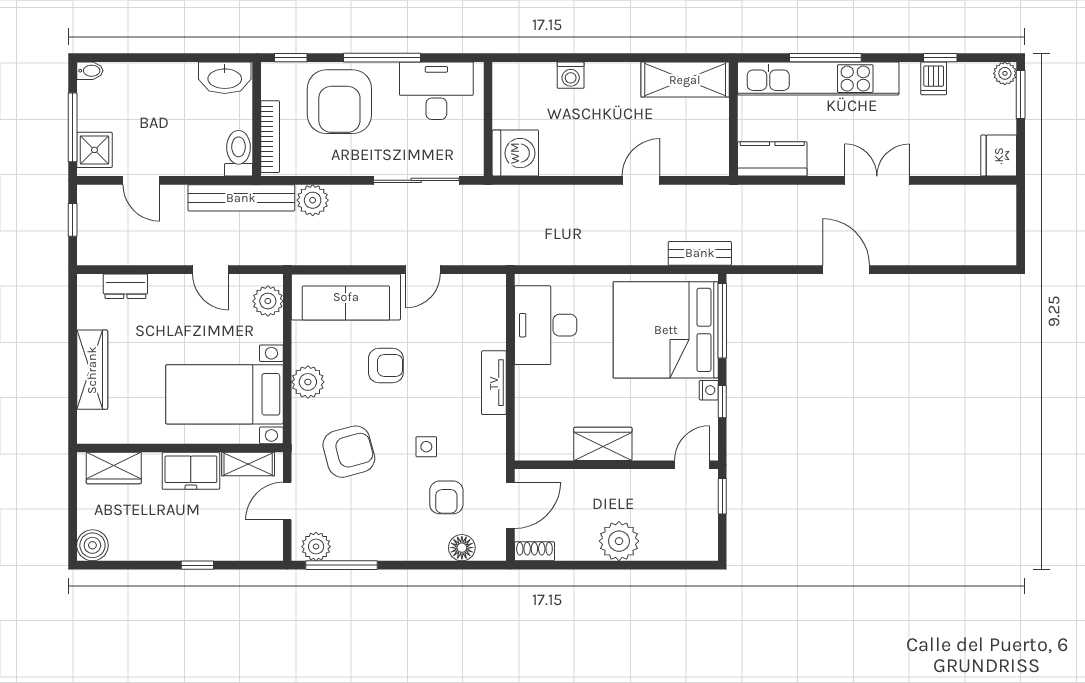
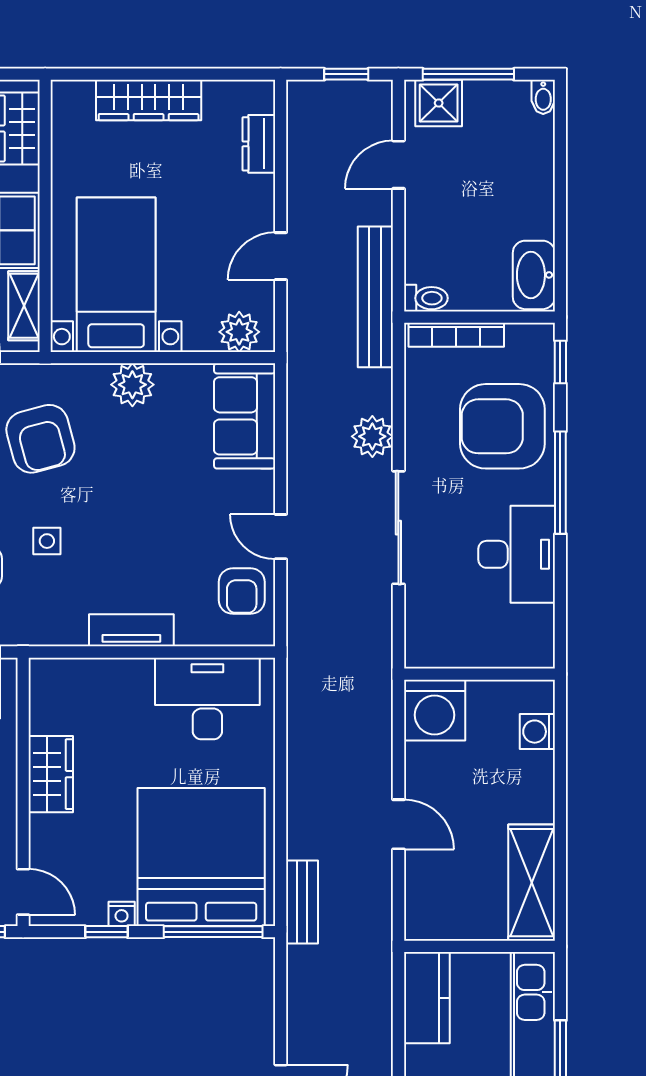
wall: (488, 119) -> (479, 674), moved
toilet: (239, 153) -> (426, 298), width x0.73, depth x0.72
washing machine: (515, 153) -> (435, 710), moved
plant: (313, 200) -> (372, 436), moved
sofa: (346, 297) -> (245, 416), width x0.73
armchair: (386, 366) -> (242, 591), moved

